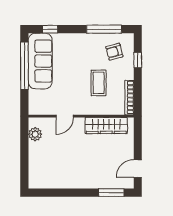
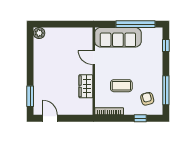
sofa: (40, 61) -> (118, 37), moved
wardrobe: (106, 126) -> (86, 86), width x0.67
plant: (35, 134) -> (39, 33), moved

